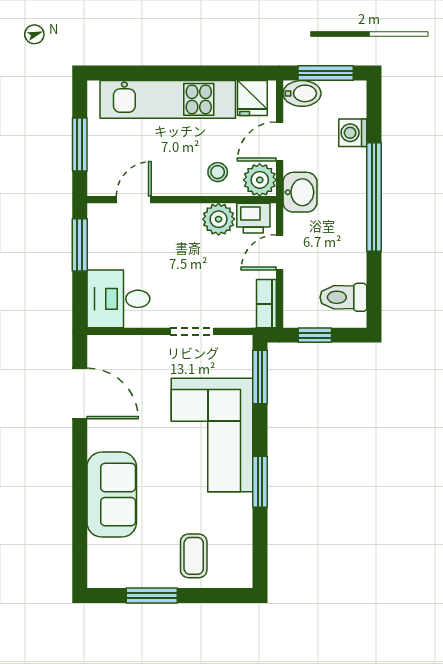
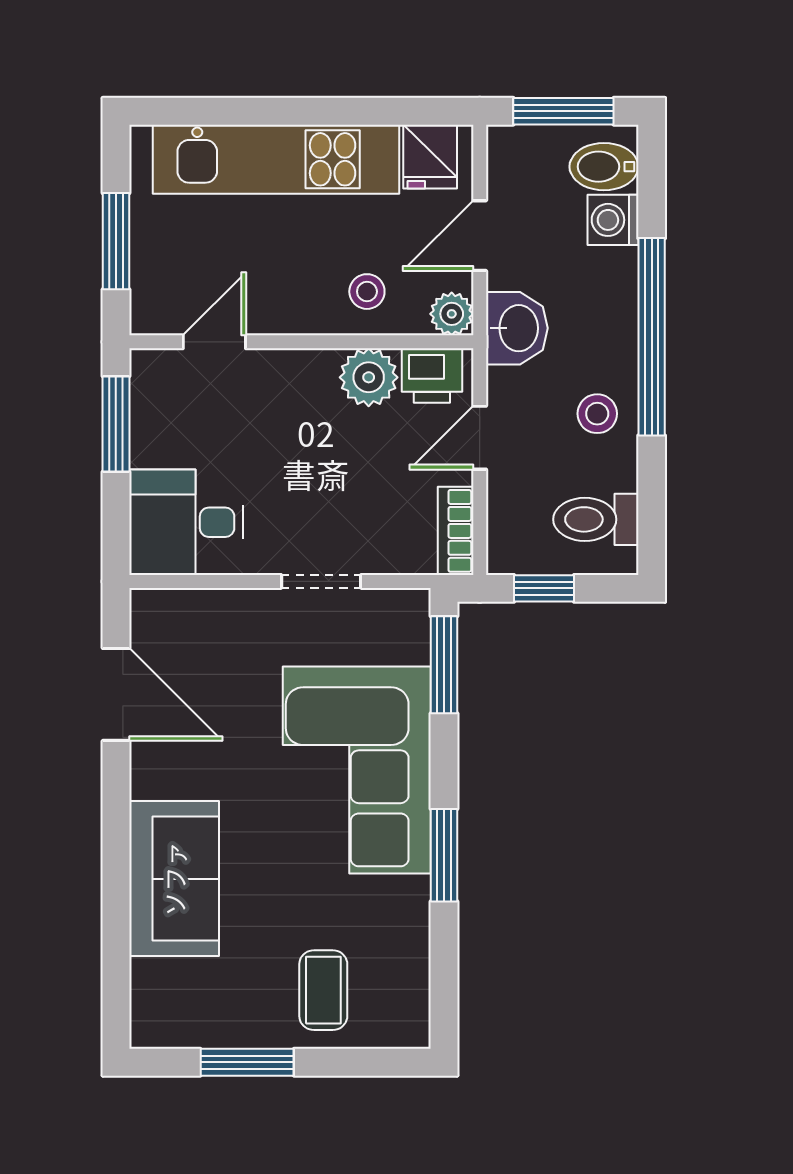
bidet: (302, 93) -> (604, 167), moved, turned 180
plant: (260, 180) -> (452, 314), width x0.73, depth x0.73
stool: (344, 239) -> (597, 414), added

